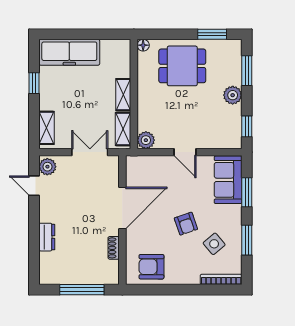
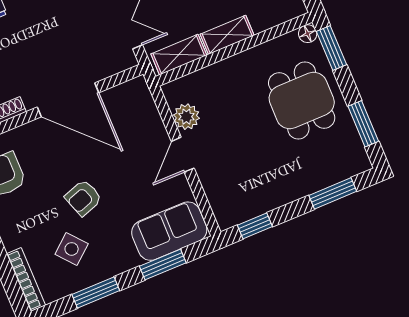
window: (158, 34) -> (332, 48), added
plant: (233, 95) -> (290, 188), removed
plant: (146, 140) -> (186, 117), moved

